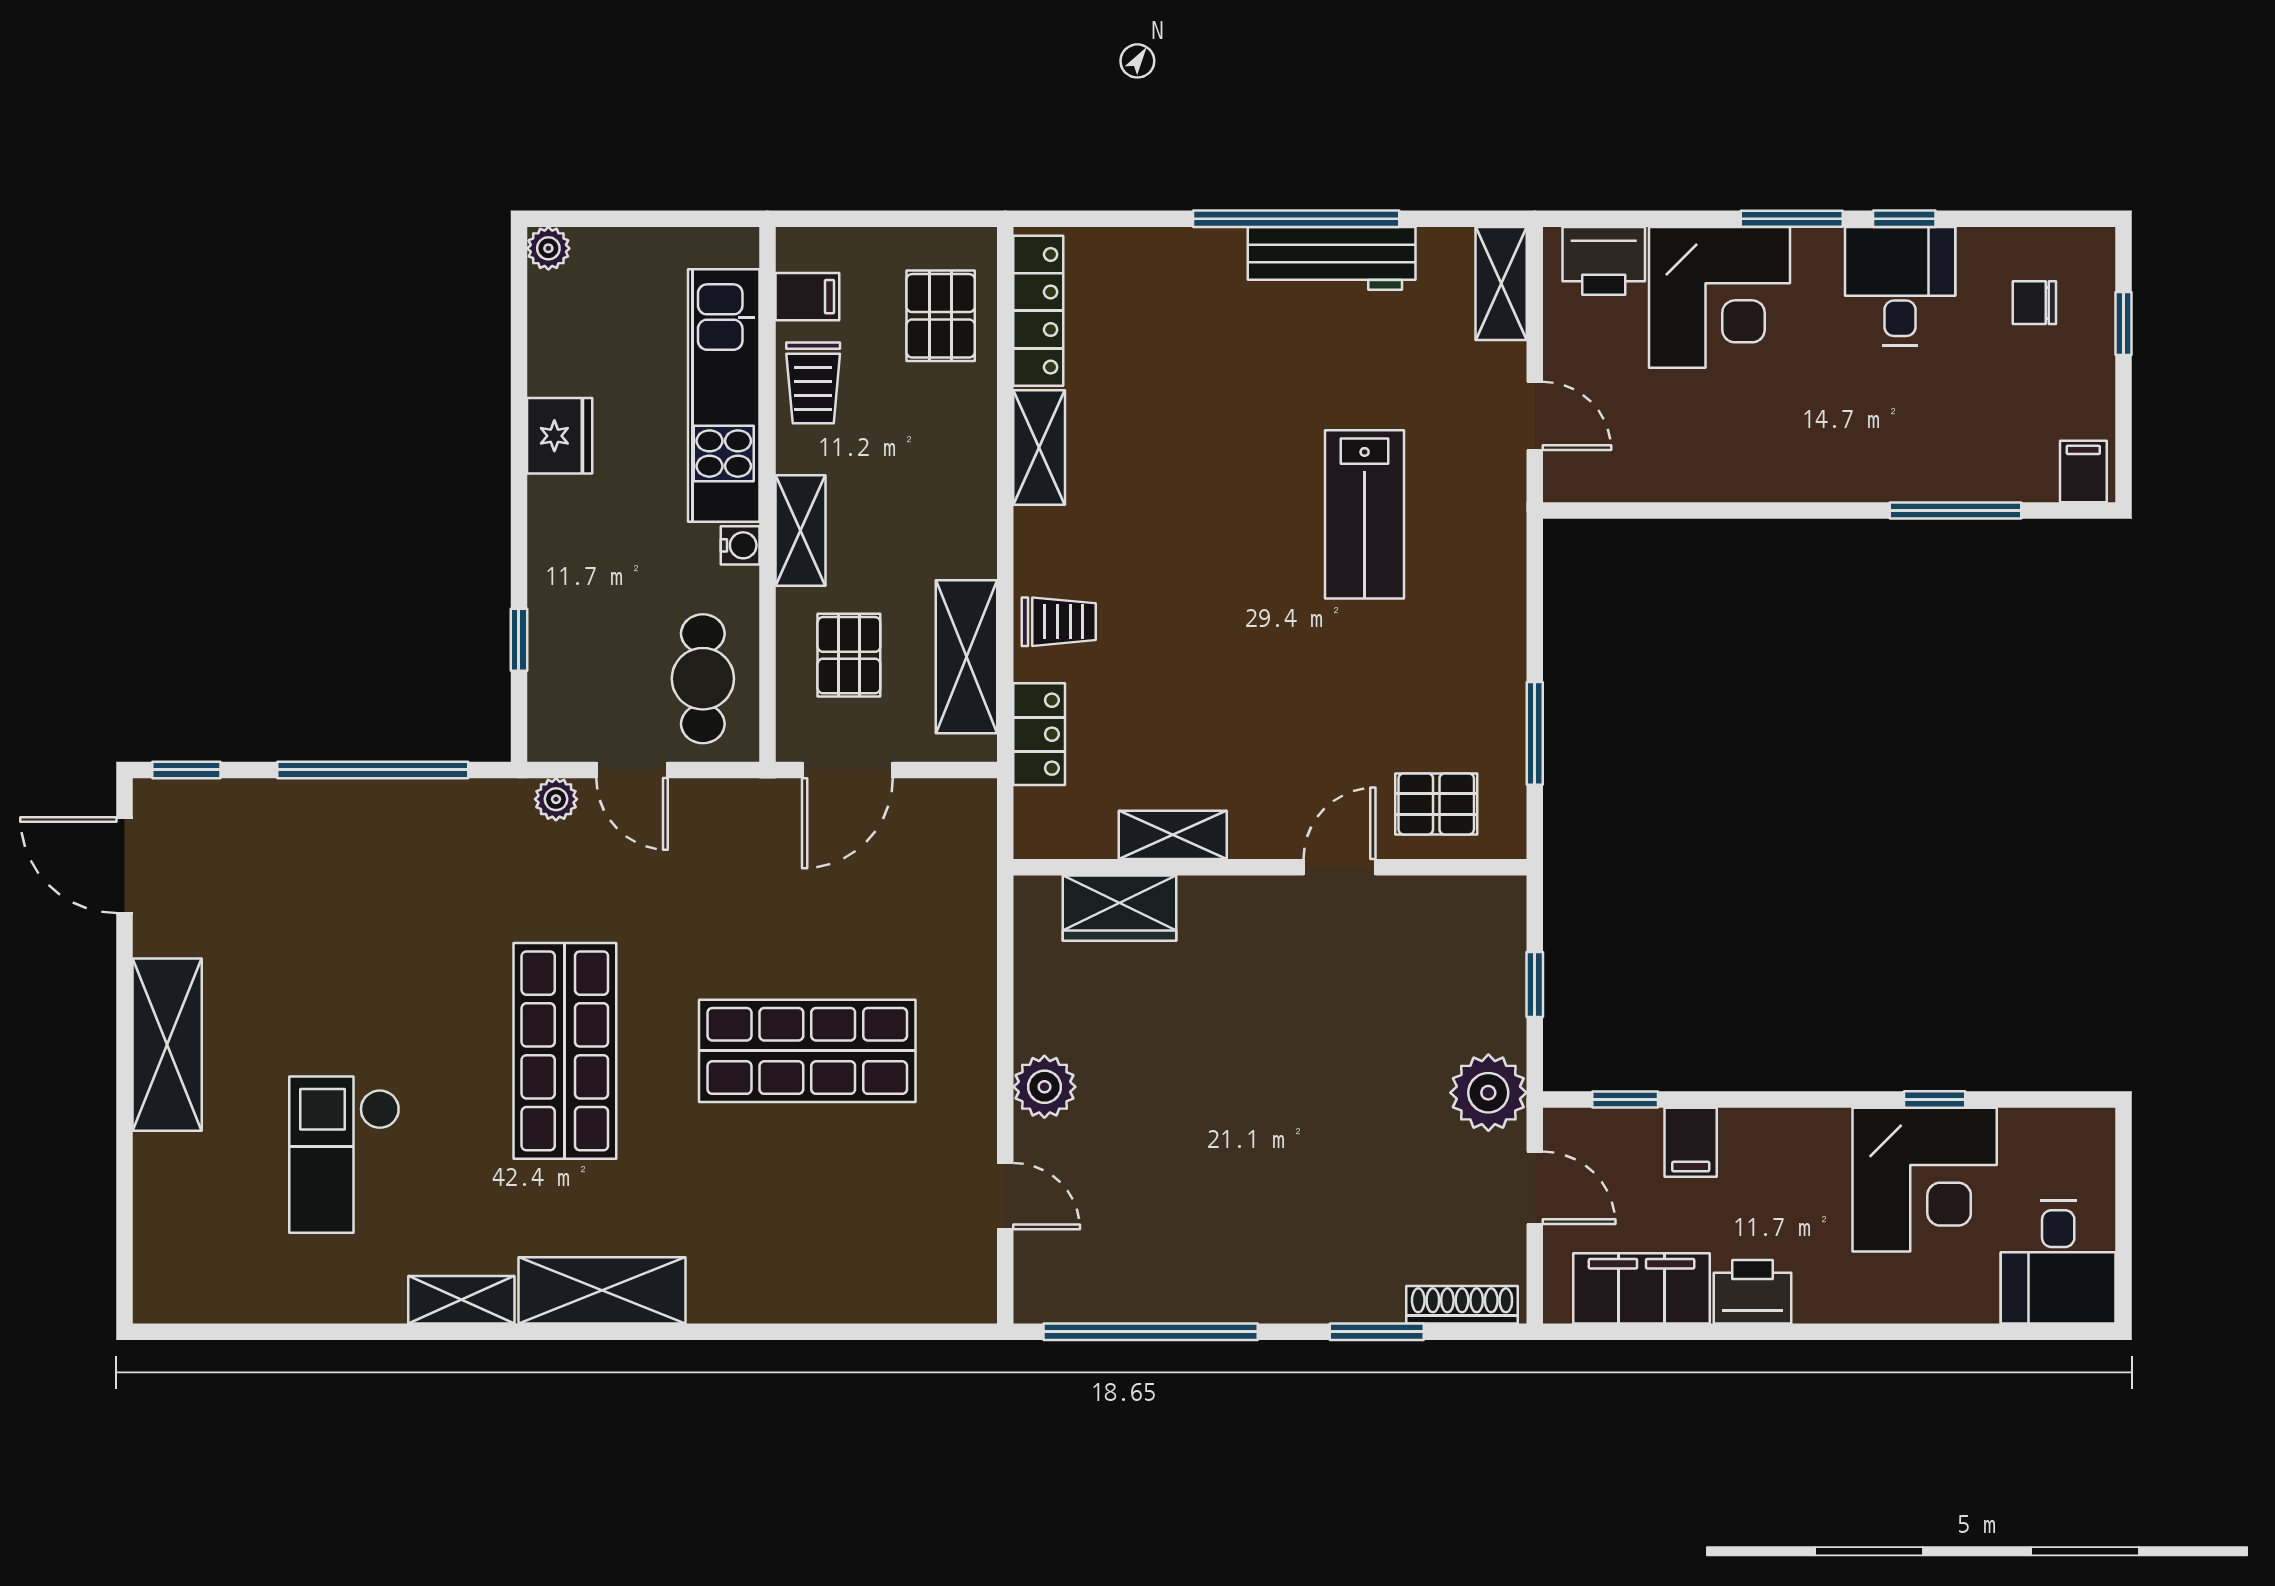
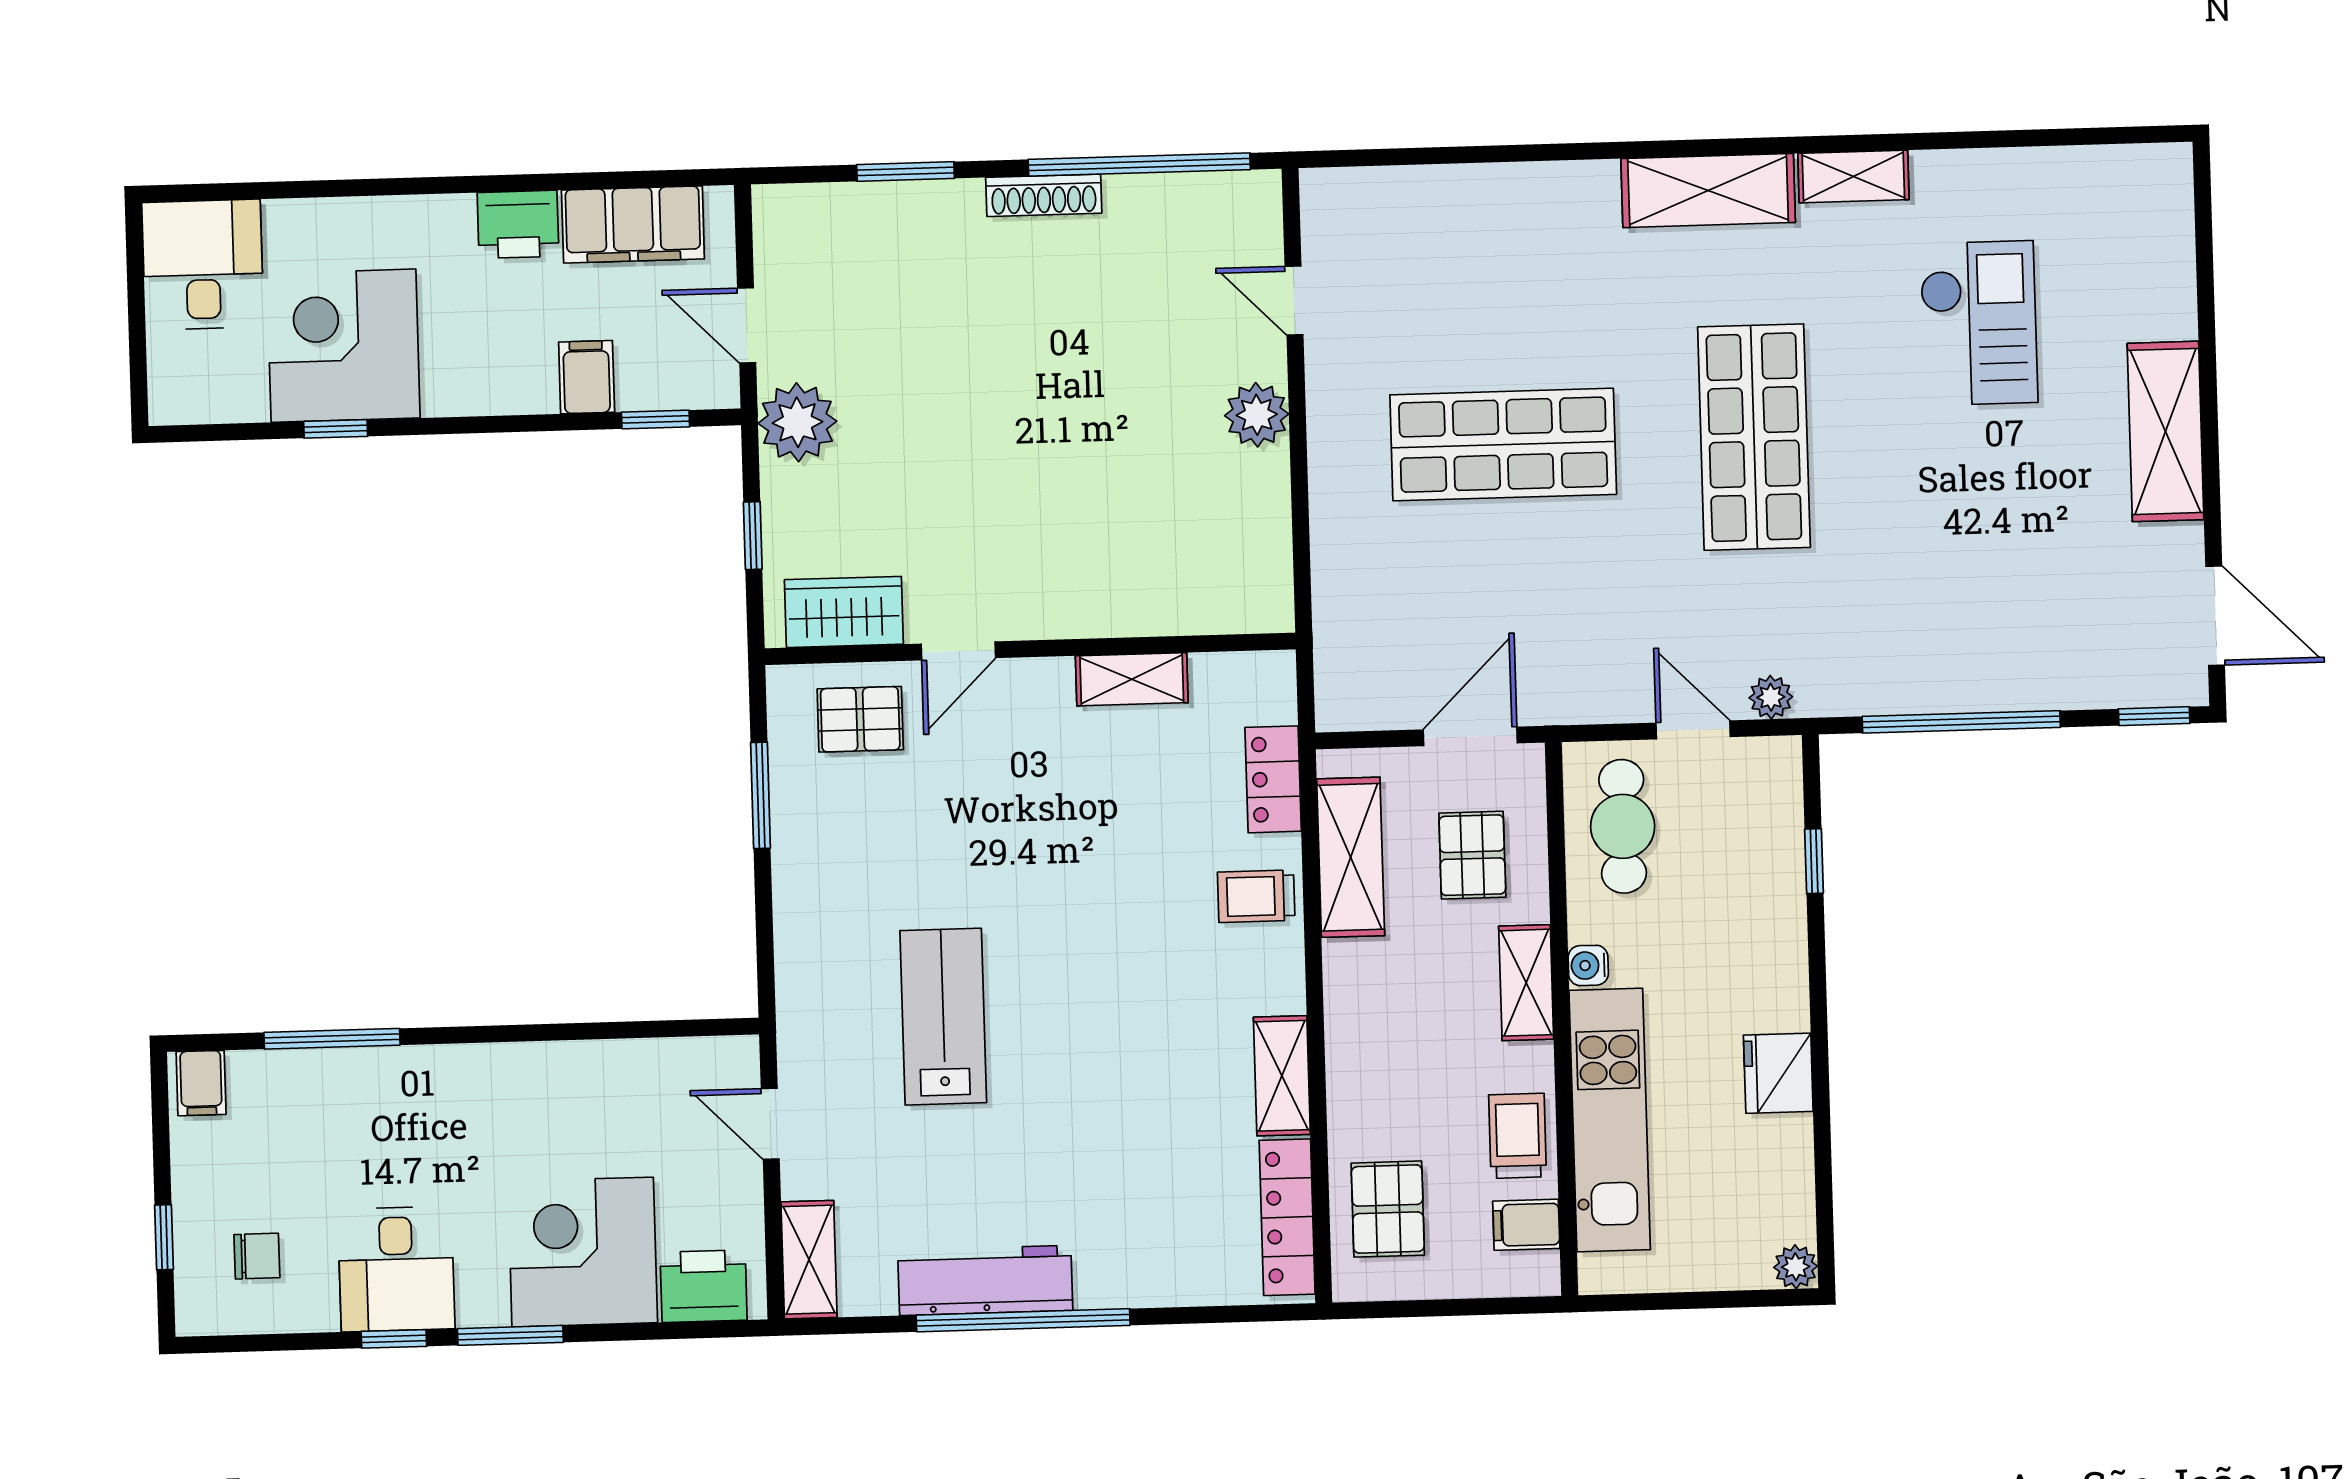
wardrobe: (1119, 908) -> (844, 612), moved
shoe rack: (1462, 1305) -> (1044, 195), moved

